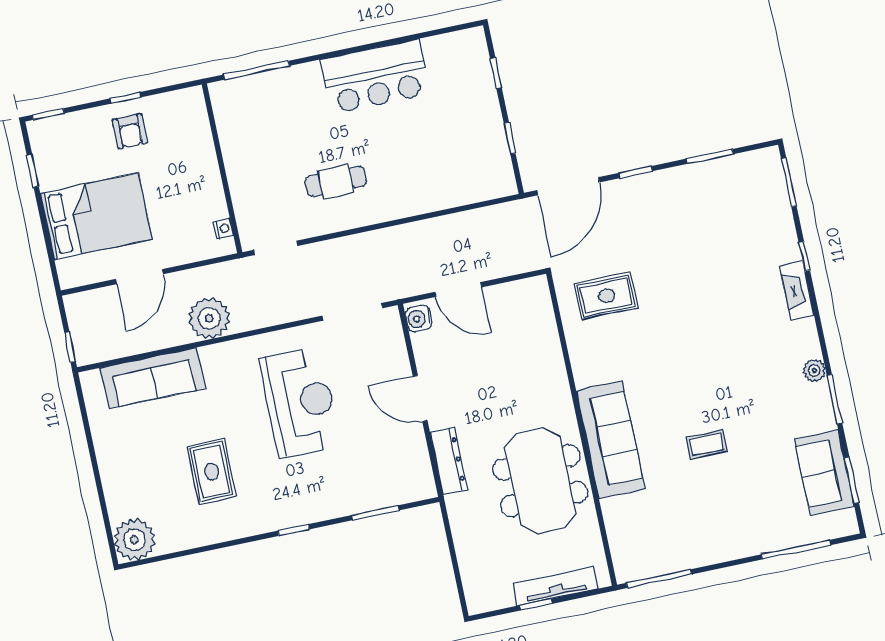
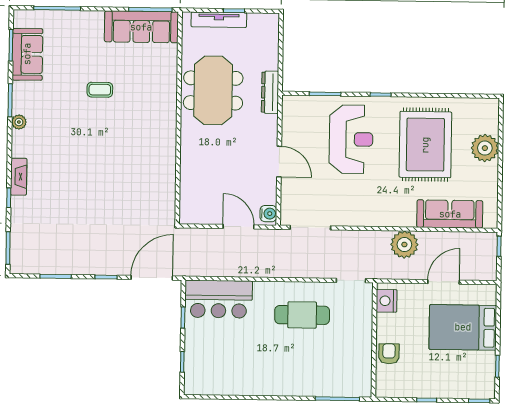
bar counter: (375, 77) -> (219, 299), moved, turned 180
armchair: (130, 131) -> (389, 354), moved
cafe table: (336, 181) -> (302, 315), width x1.37, depth x1.35
nightstand: (223, 229) -> (387, 301), width x1.89, depth x1.79
rug: (606, 296) -> (143, 201), removed
reception desk: (300, 402) -> (351, 139), moved, turned 180
sofa: (610, 440) -> (141, 27), moved, turned -90
dresser: (449, 461) -> (270, 92), moved
rug: (211, 472) -> (425, 145), width x1.86, depth x2.06
plant: (134, 540) -> (485, 148), moved

